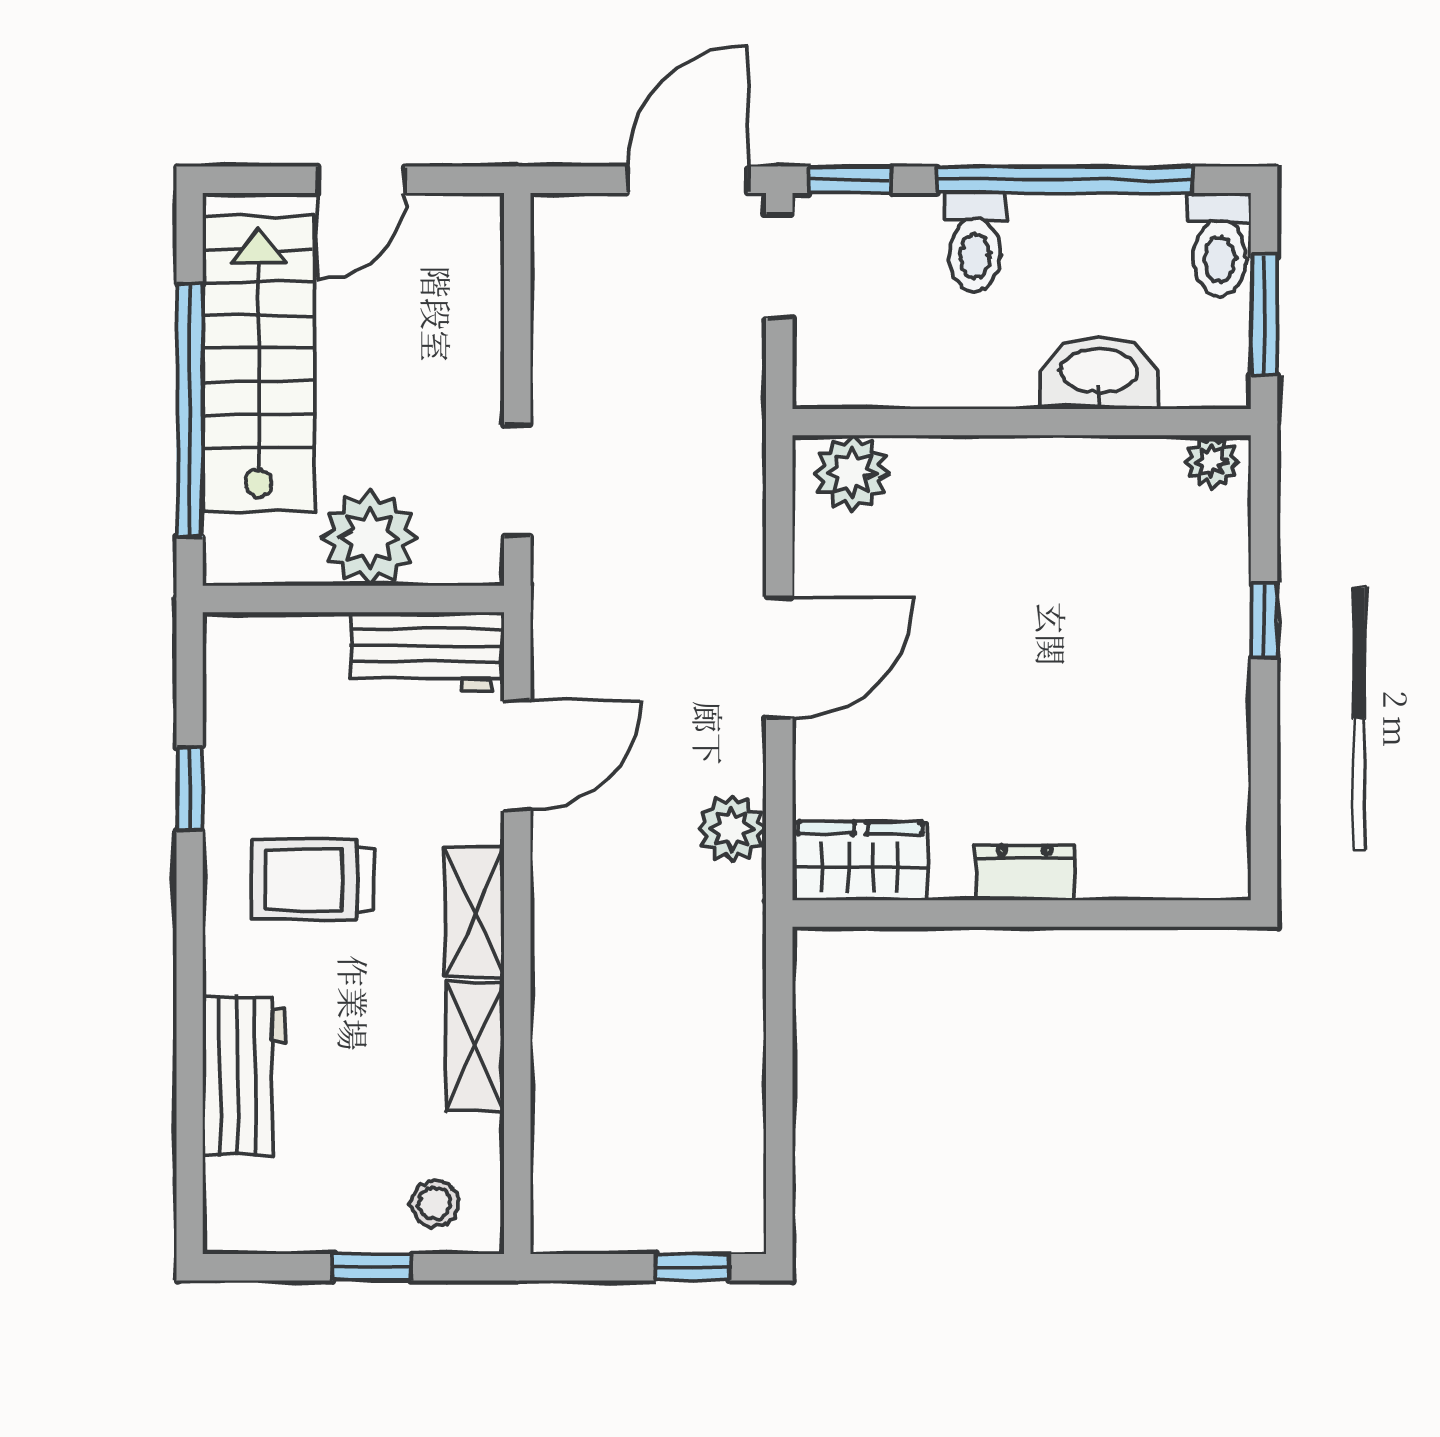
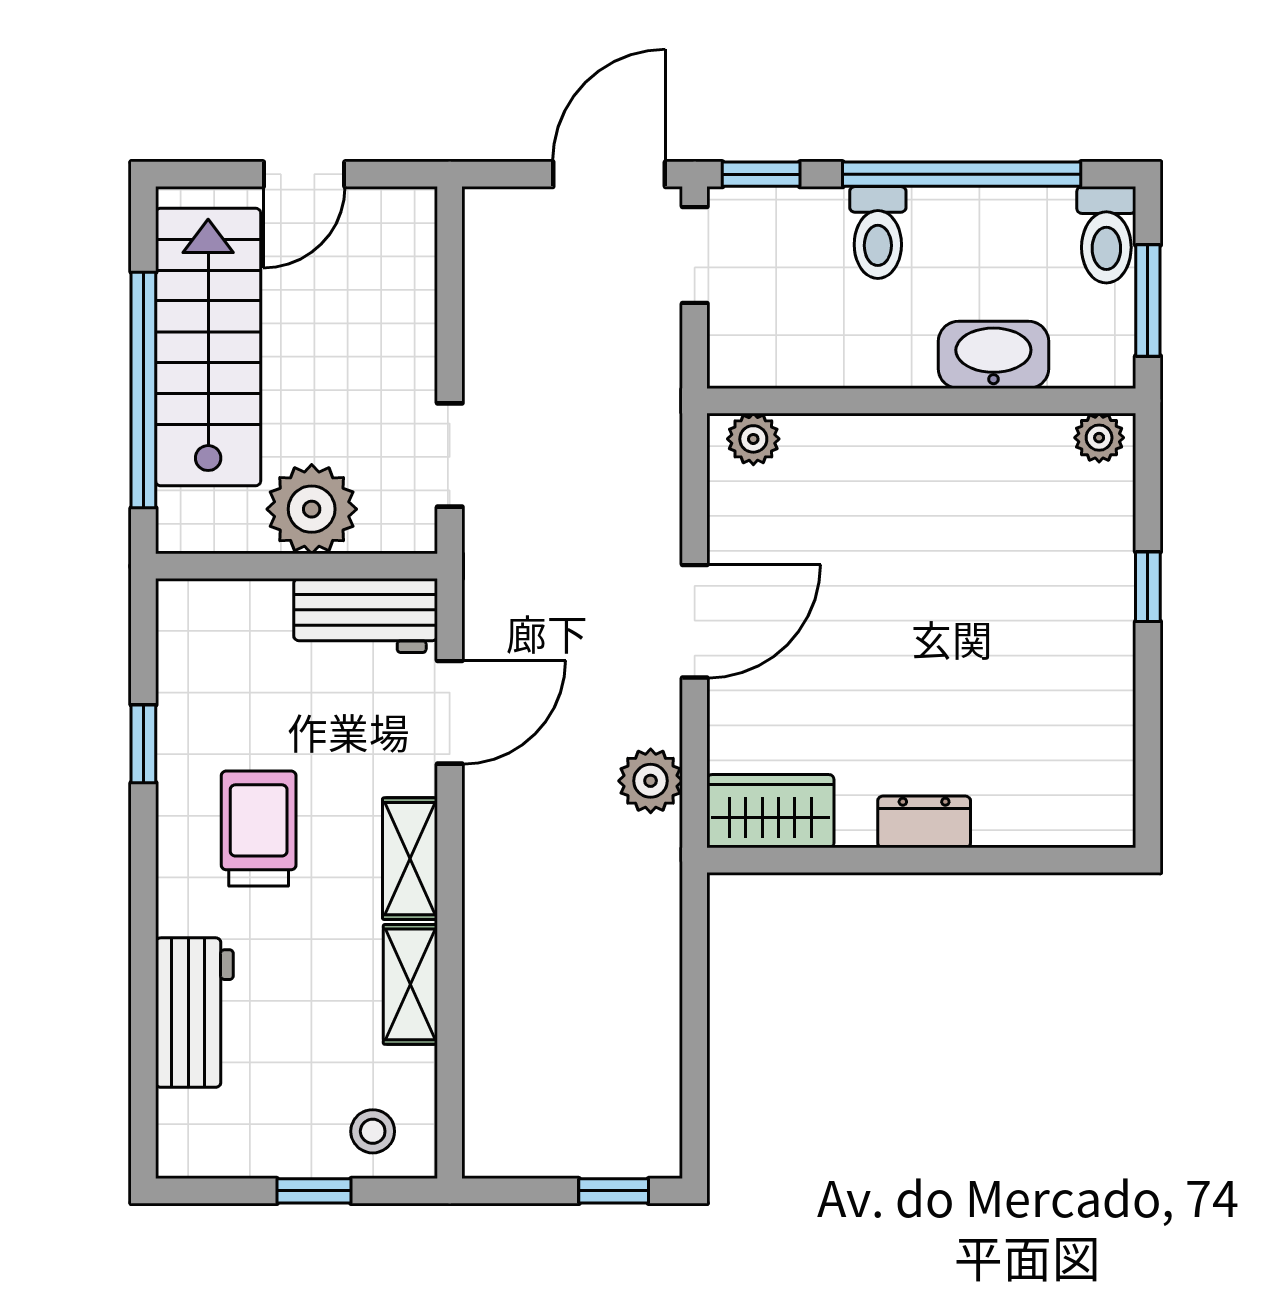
plant: (852, 473) -> (753, 439), width x0.73, depth x0.73
trolley: (313, 880) -> (259, 829), turned 90

